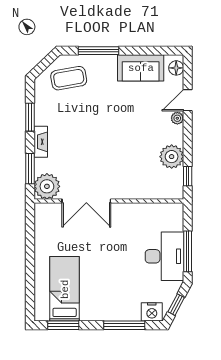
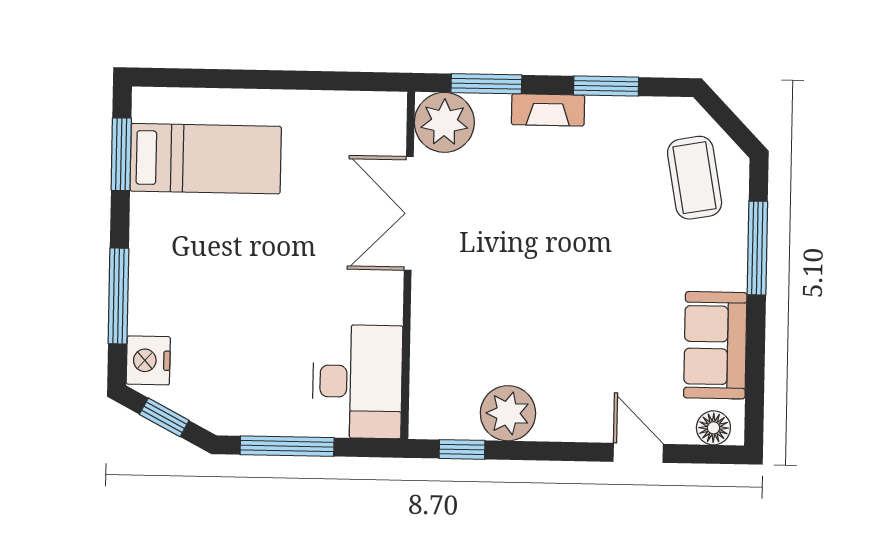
plant: (177, 118) -> (597, 428), removed
desk: (164, 256) -> (357, 381), moved, turned -90

